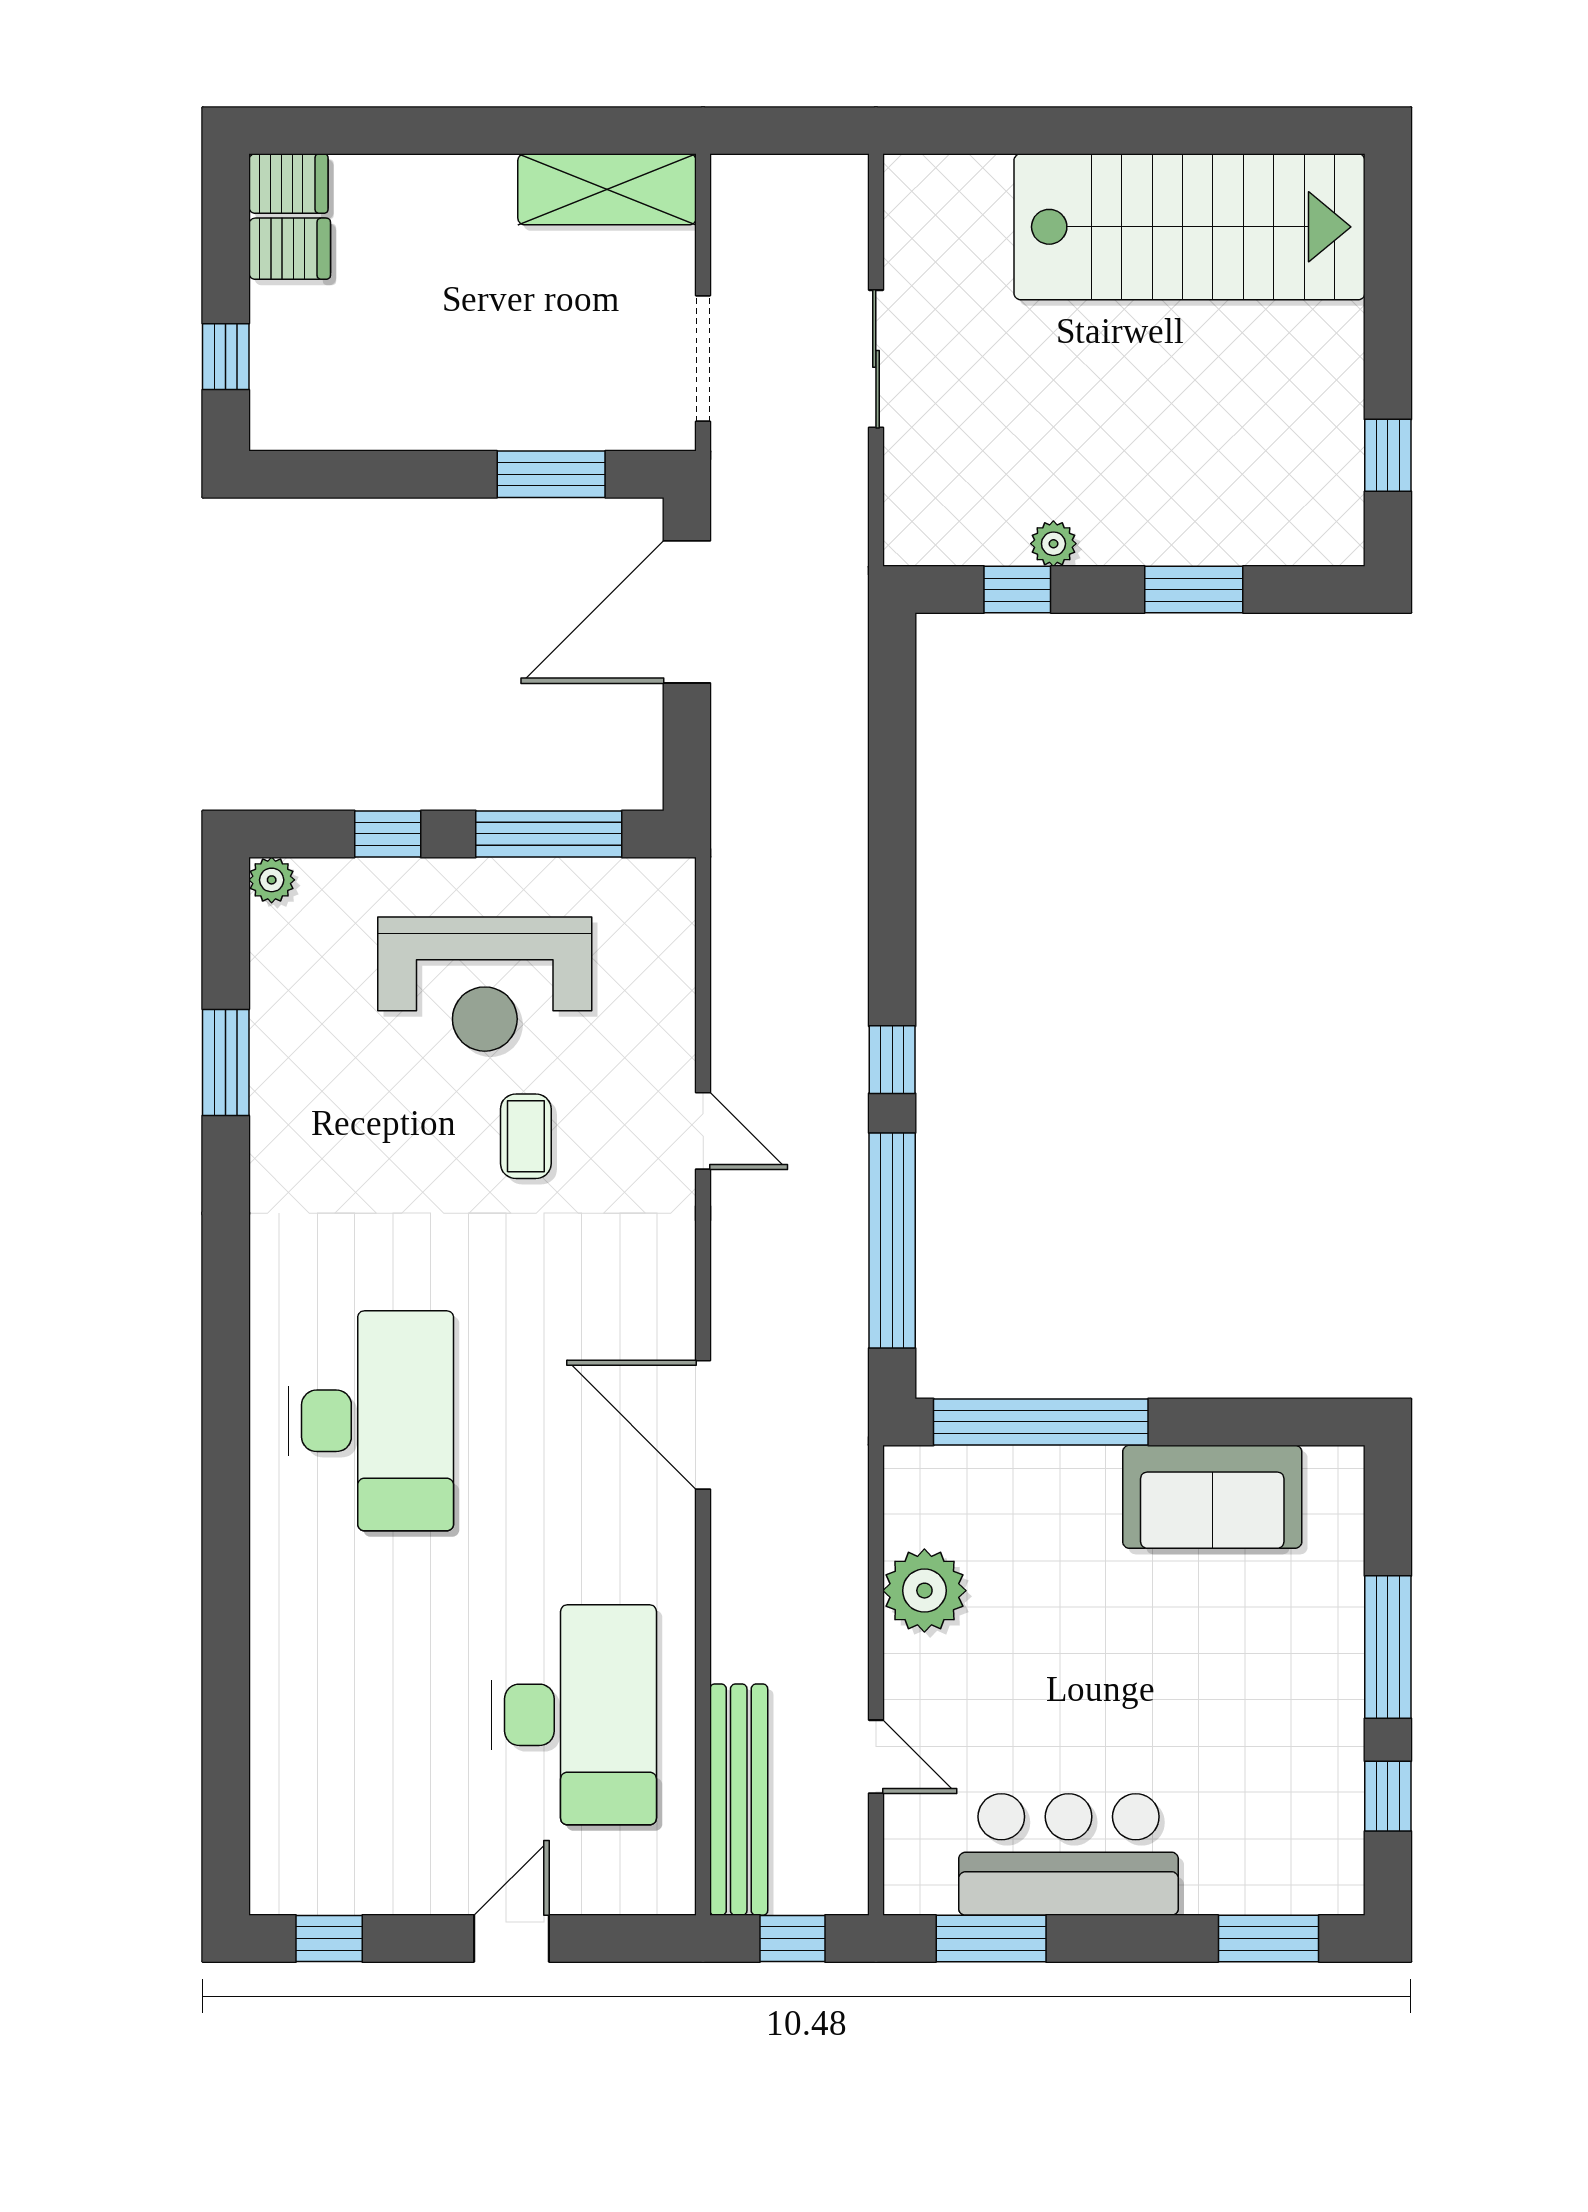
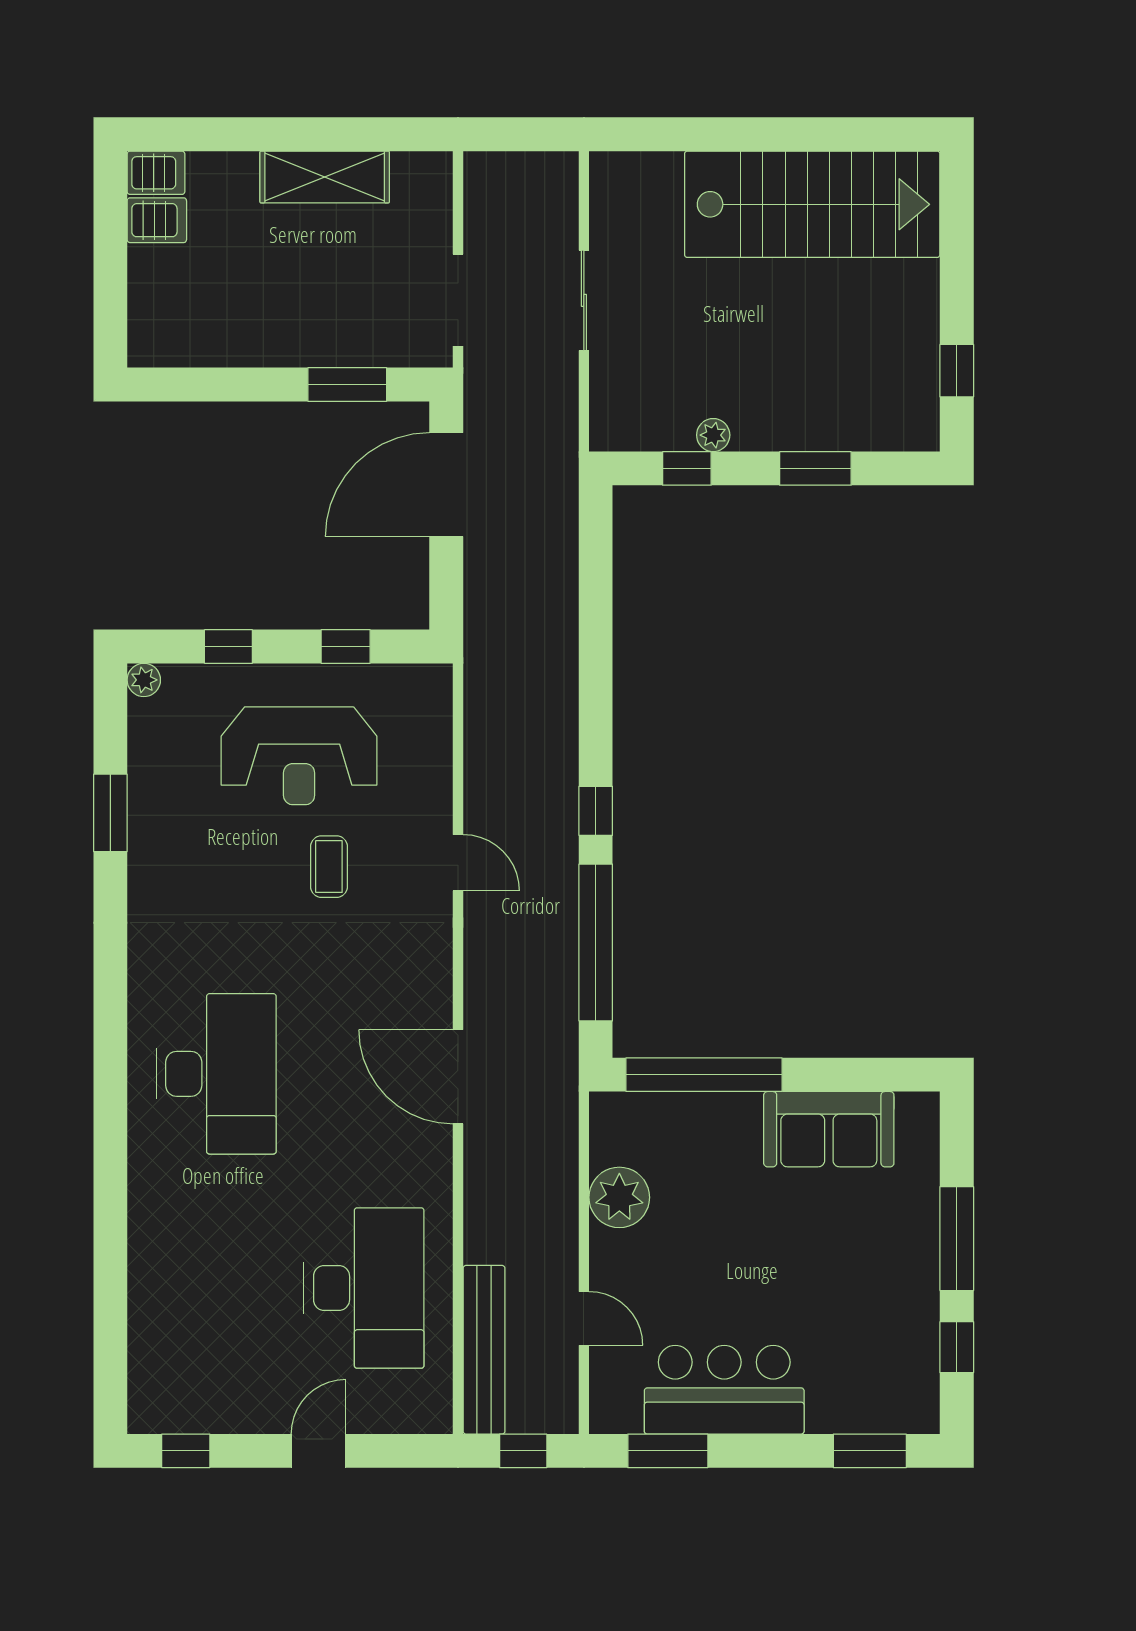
shelving: (607, 189) -> (325, 177), moved
window: (226, 357) -> (110, 299), removed
window: (549, 834) -> (346, 646), width x0.46

